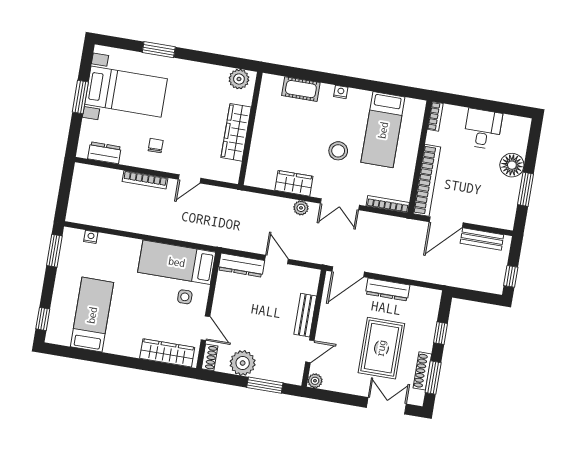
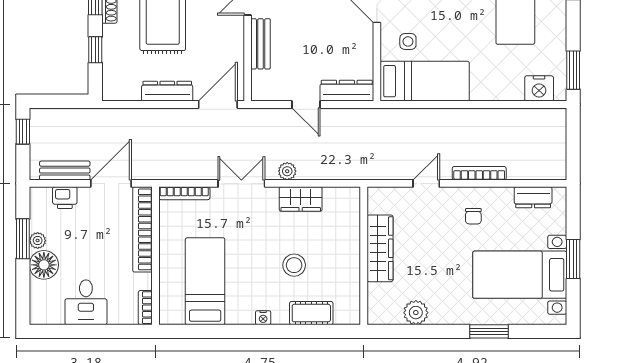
plant: (239, 79) -> (416, 313), moved
stool: (338, 151) -> (294, 265), moved
plant: (514, 186) -> (38, 241), added
printer: (486, 217) -> (65, 198), added
nightstand: (91, 237) -> (539, 88), width x1.89, depth x1.79

